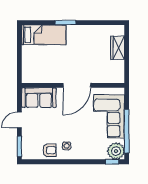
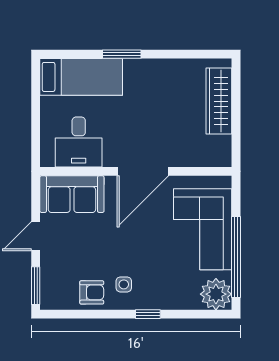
wardrobe: (118, 48) -> (219, 101), width x1.50
desk: (42, 70) -> (79, 142), added
window: (112, 162) -> (148, 314), moved

